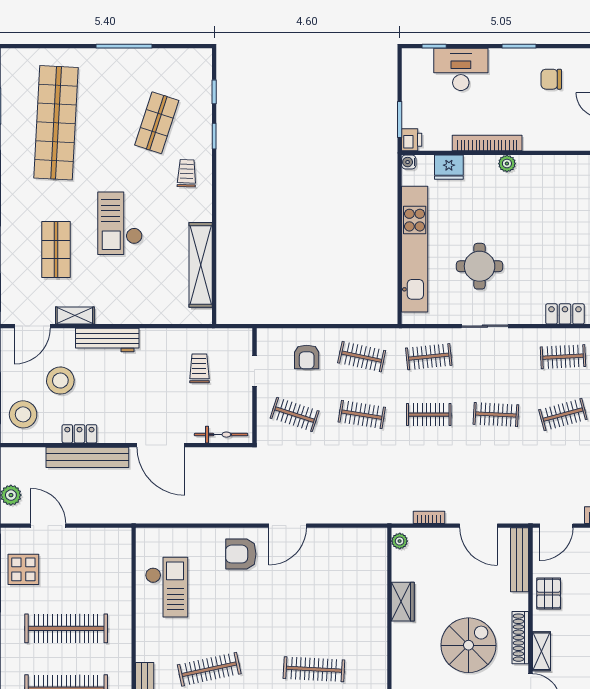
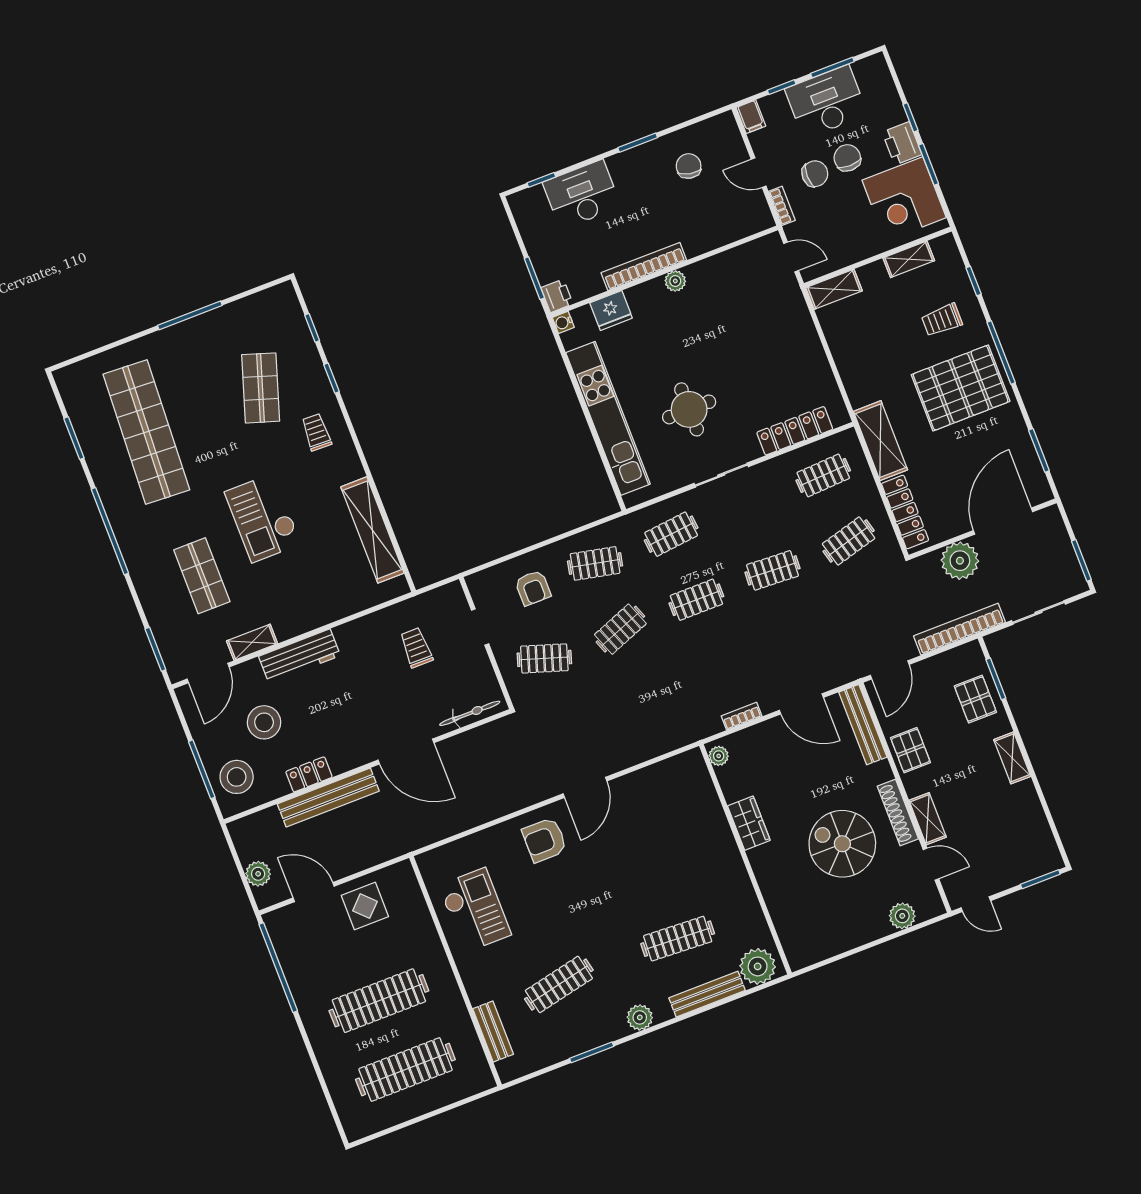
chair: (551, 79) -> (689, 166), turned 102
locker: (565, 314) -> (795, 431), width x1.53
clothes rail: (362, 415) -> (620, 629), turned -30
display table: (23, 569) -> (365, 906), moved
spiral stairs: (469, 645) -> (842, 844), turned -90

